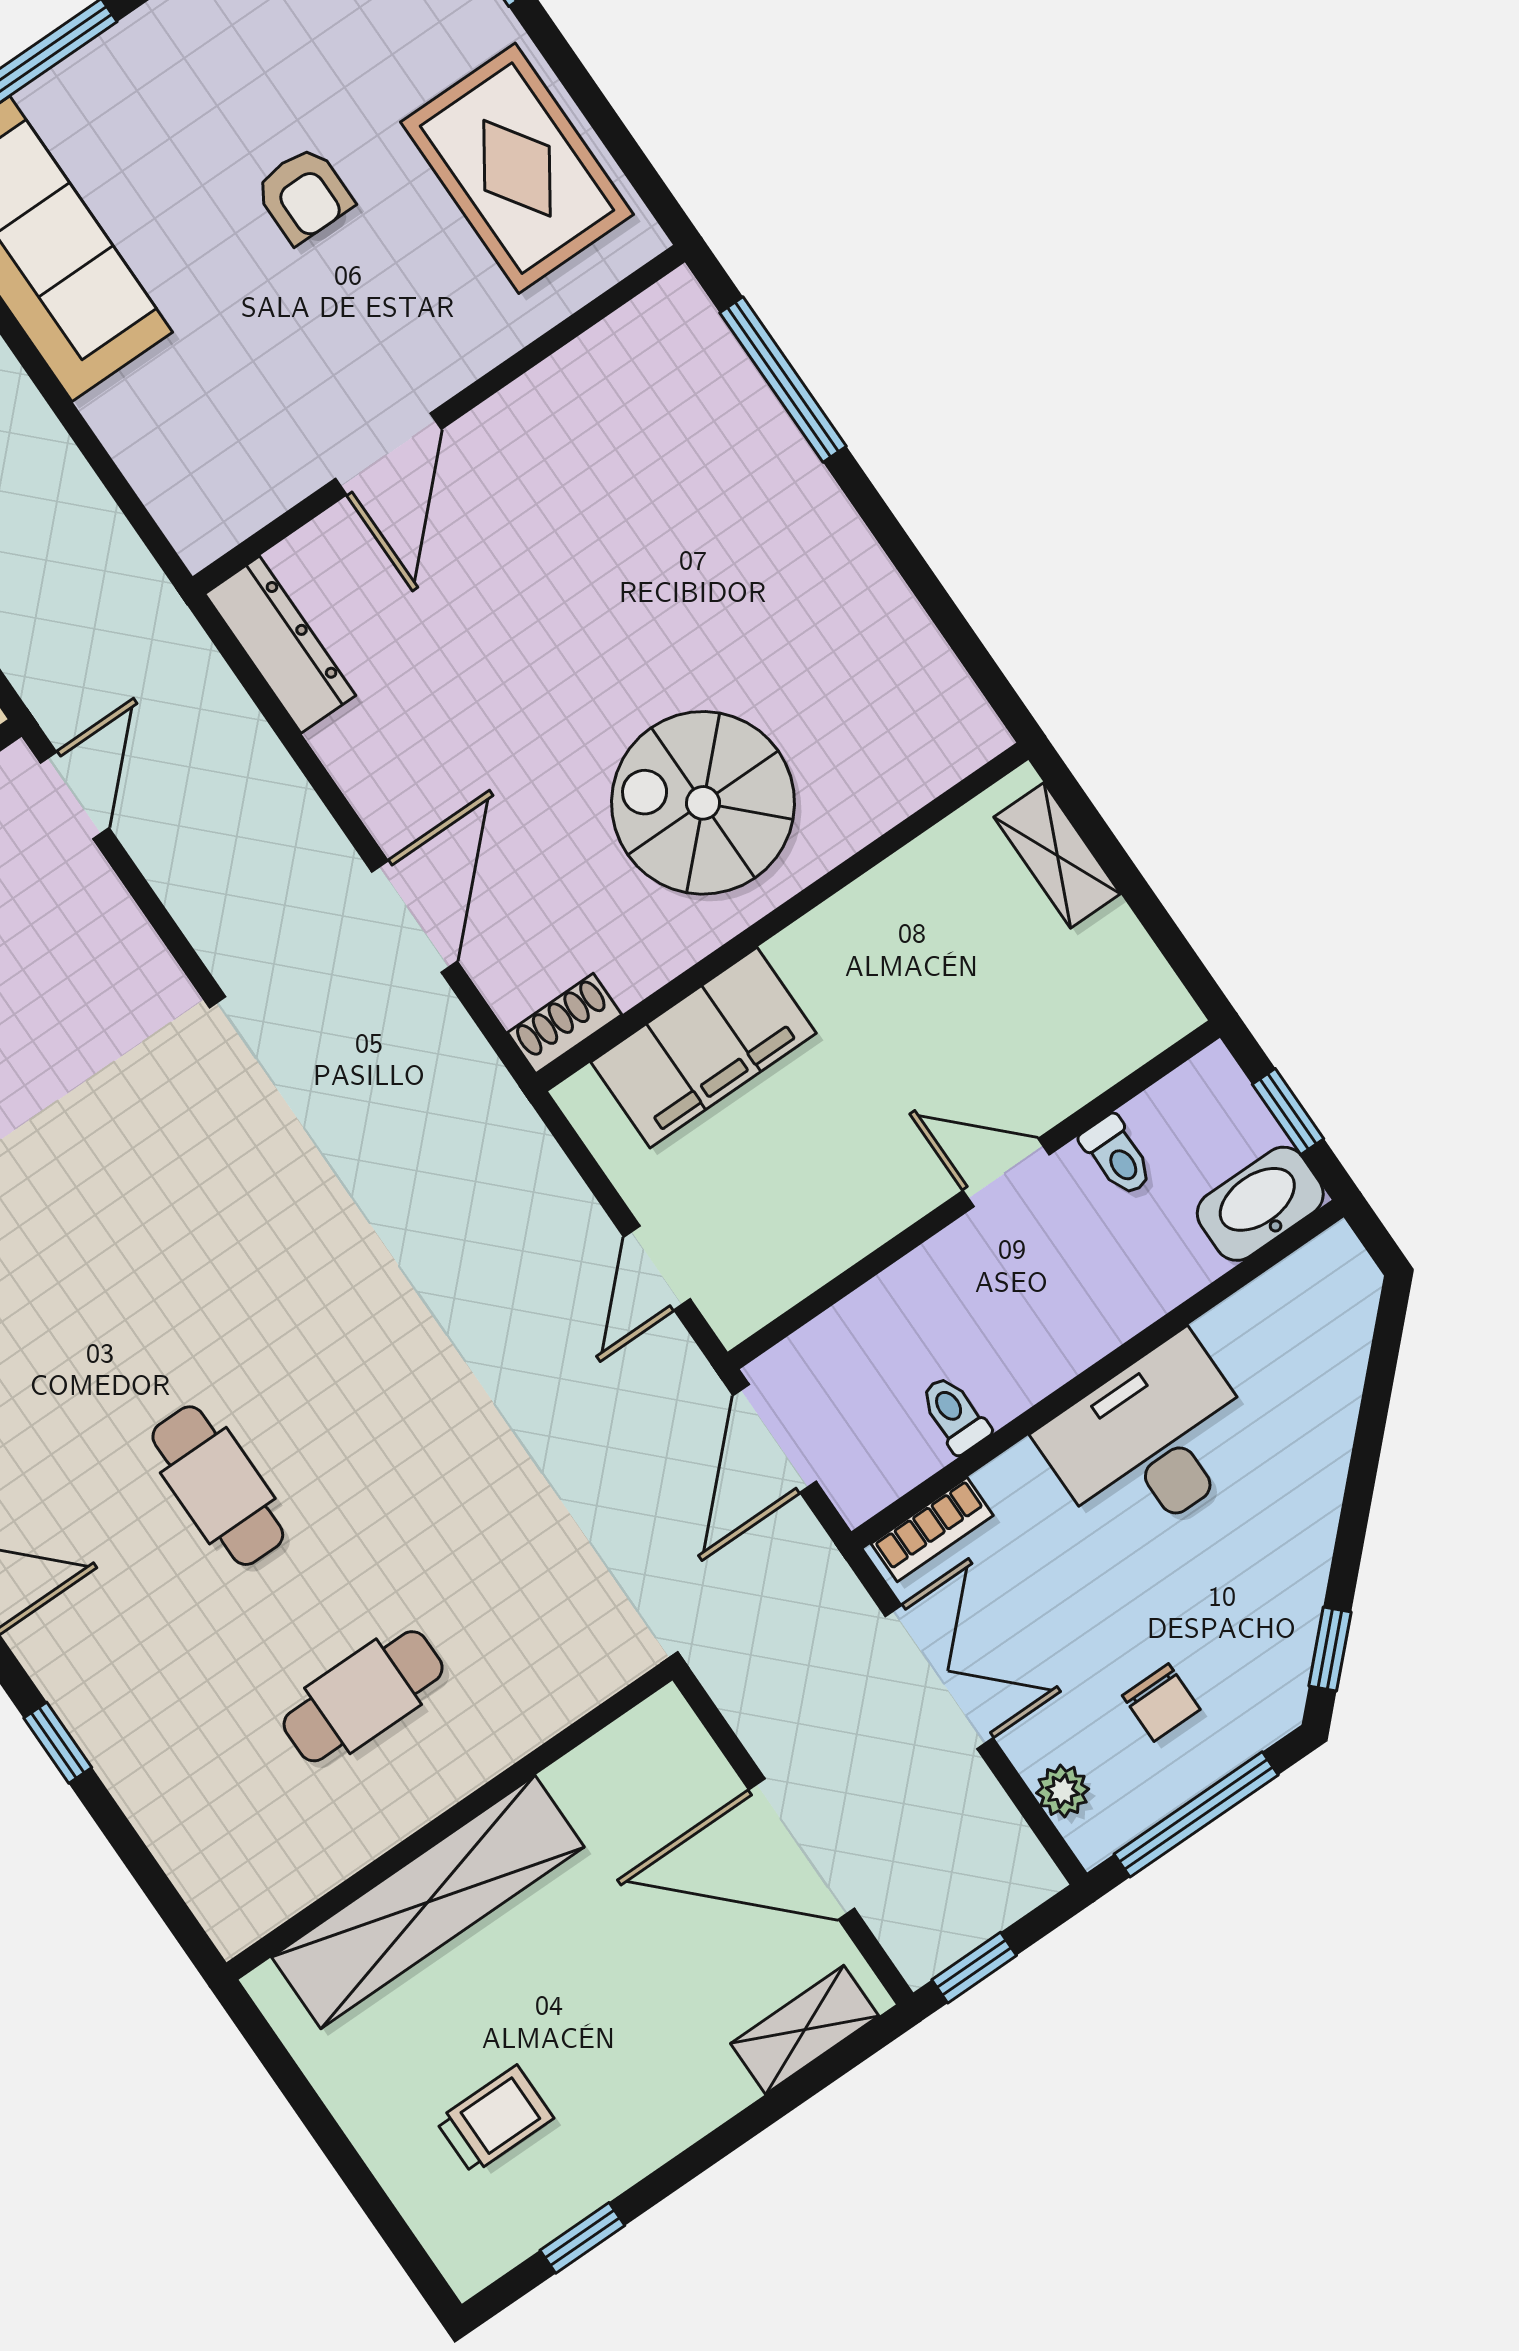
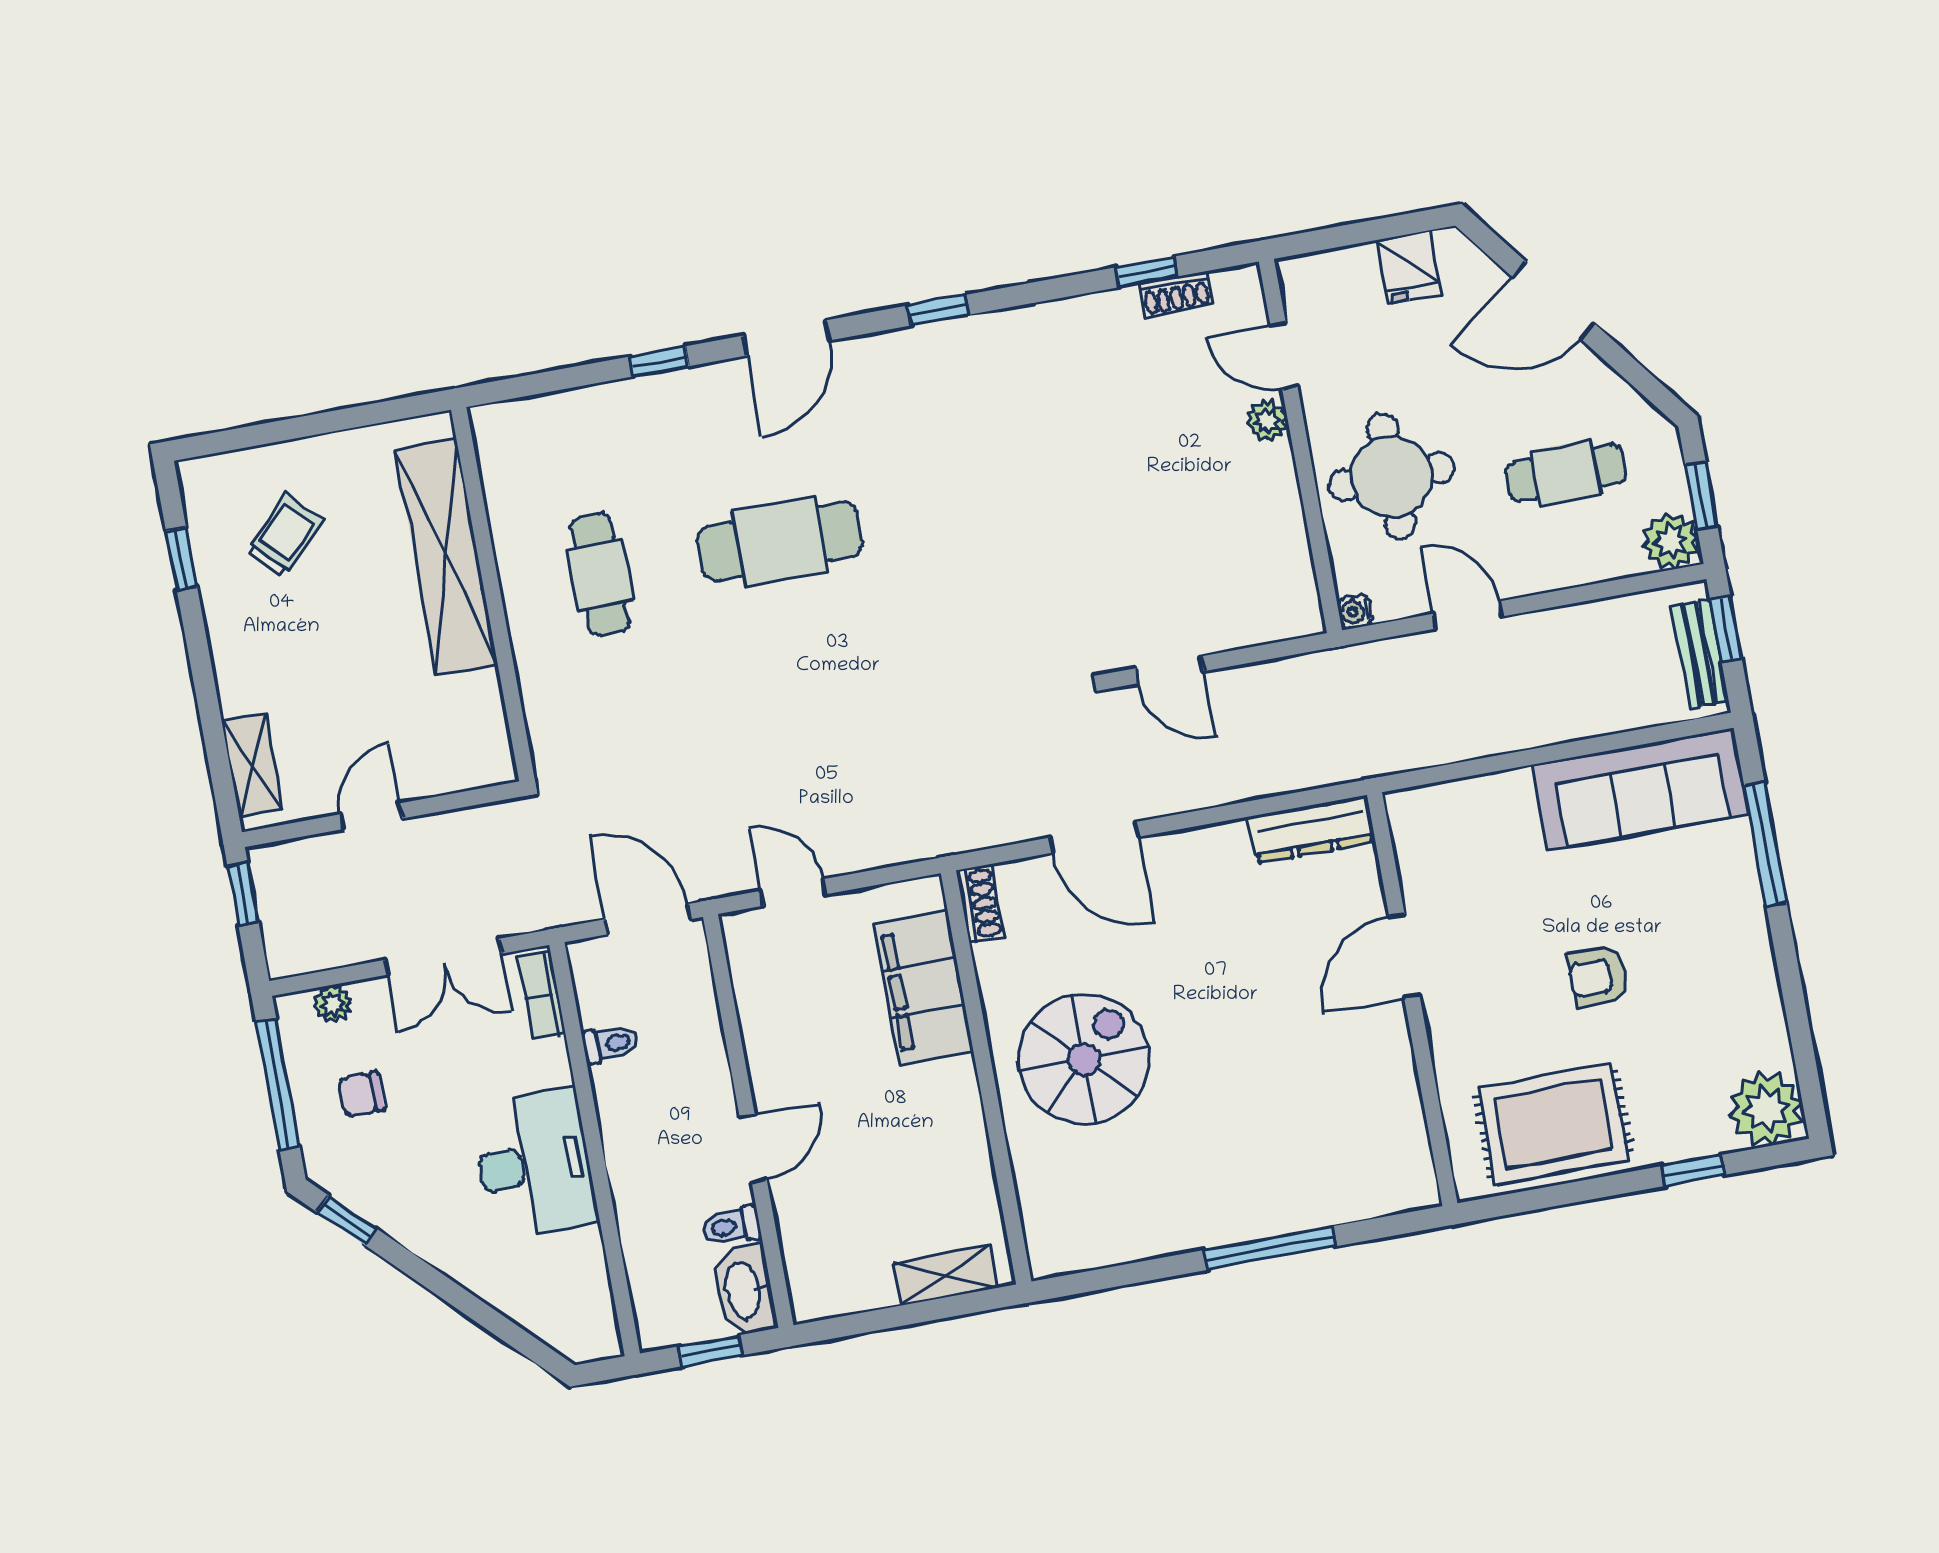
window: (783, 379) -> (1270, 1248), moved
door: (388, 454) -> (1404, 956), hinge flipped
door: (75, 795) -> (1170, 670), moved
washbasin: (1260, 1204) -> (744, 1290), moved, turned 180
cafe table: (218, 1486) -> (780, 541), width x1.37, depth x1.35
door: (802, 1849) -> (371, 816), width x0.53
trolley: (495, 2119) -> (285, 536), turned -135

